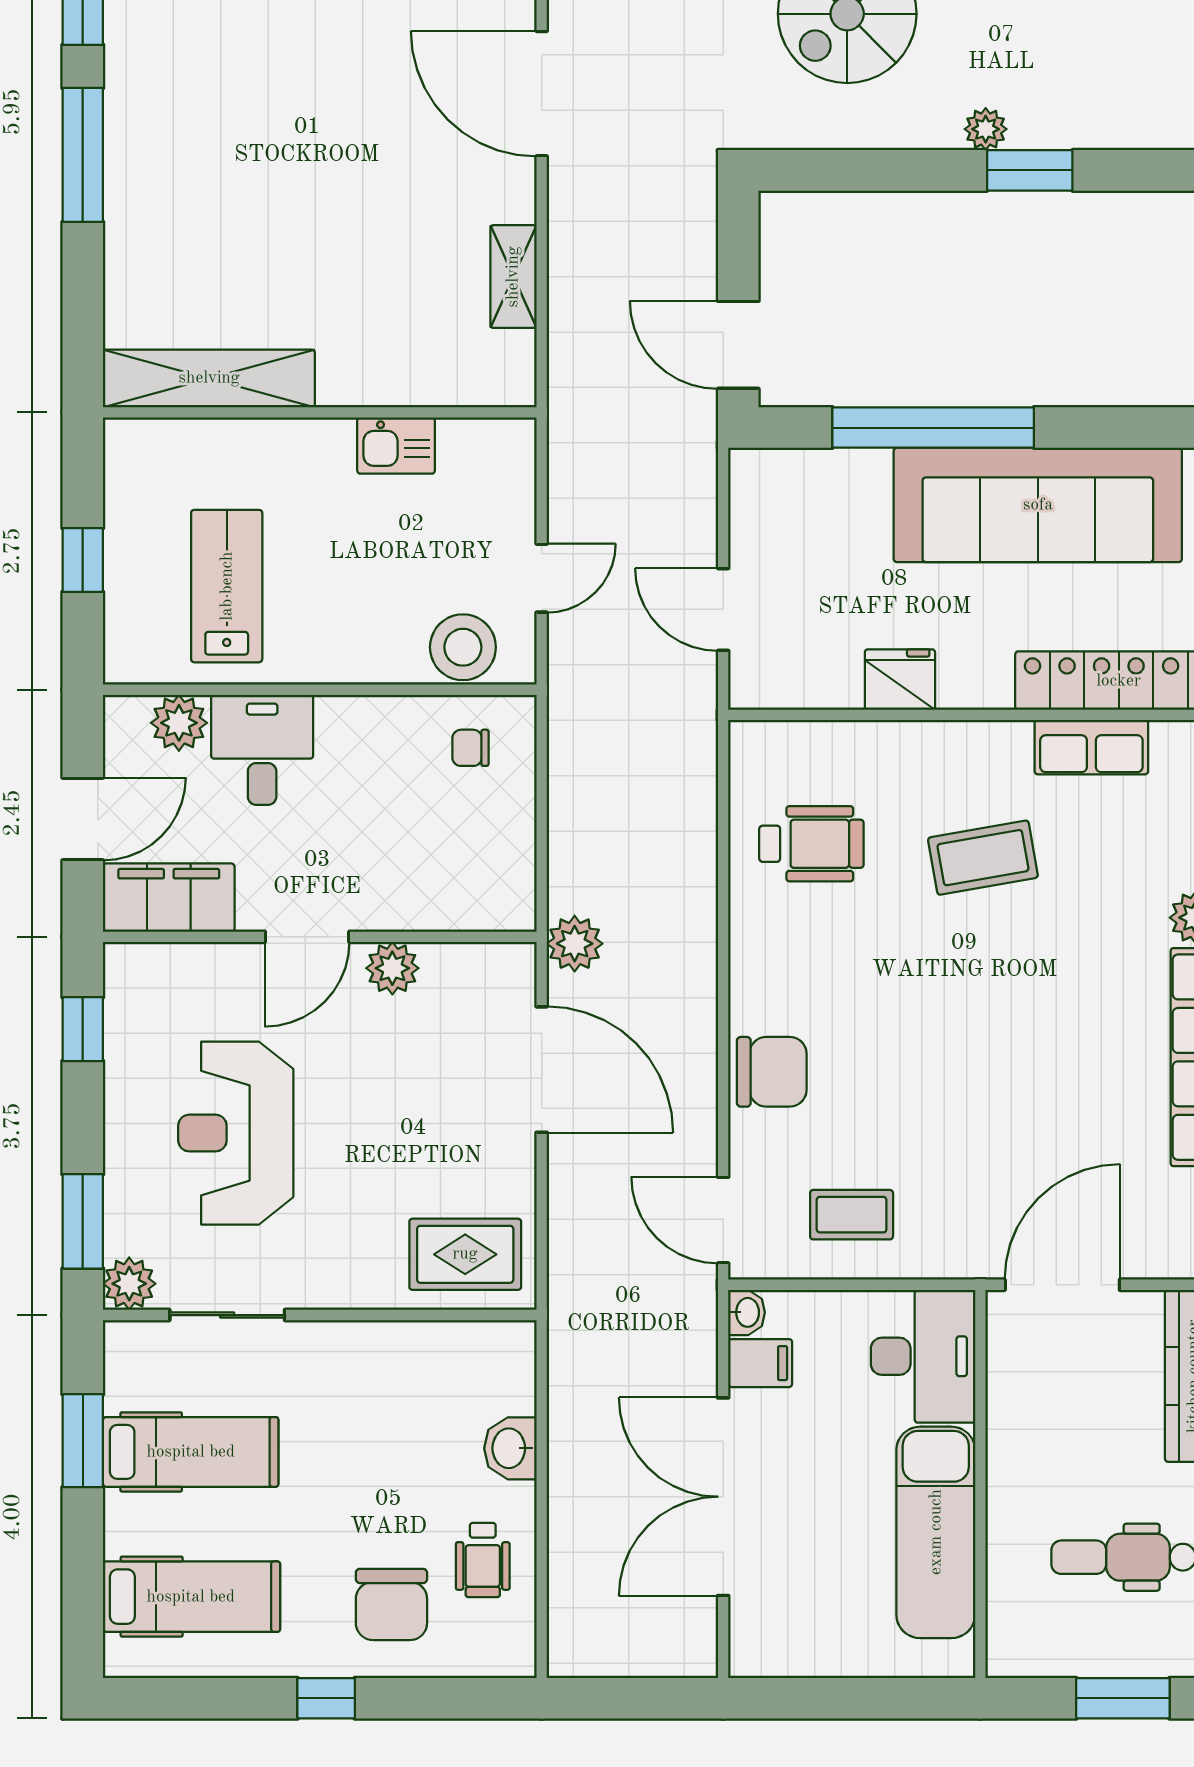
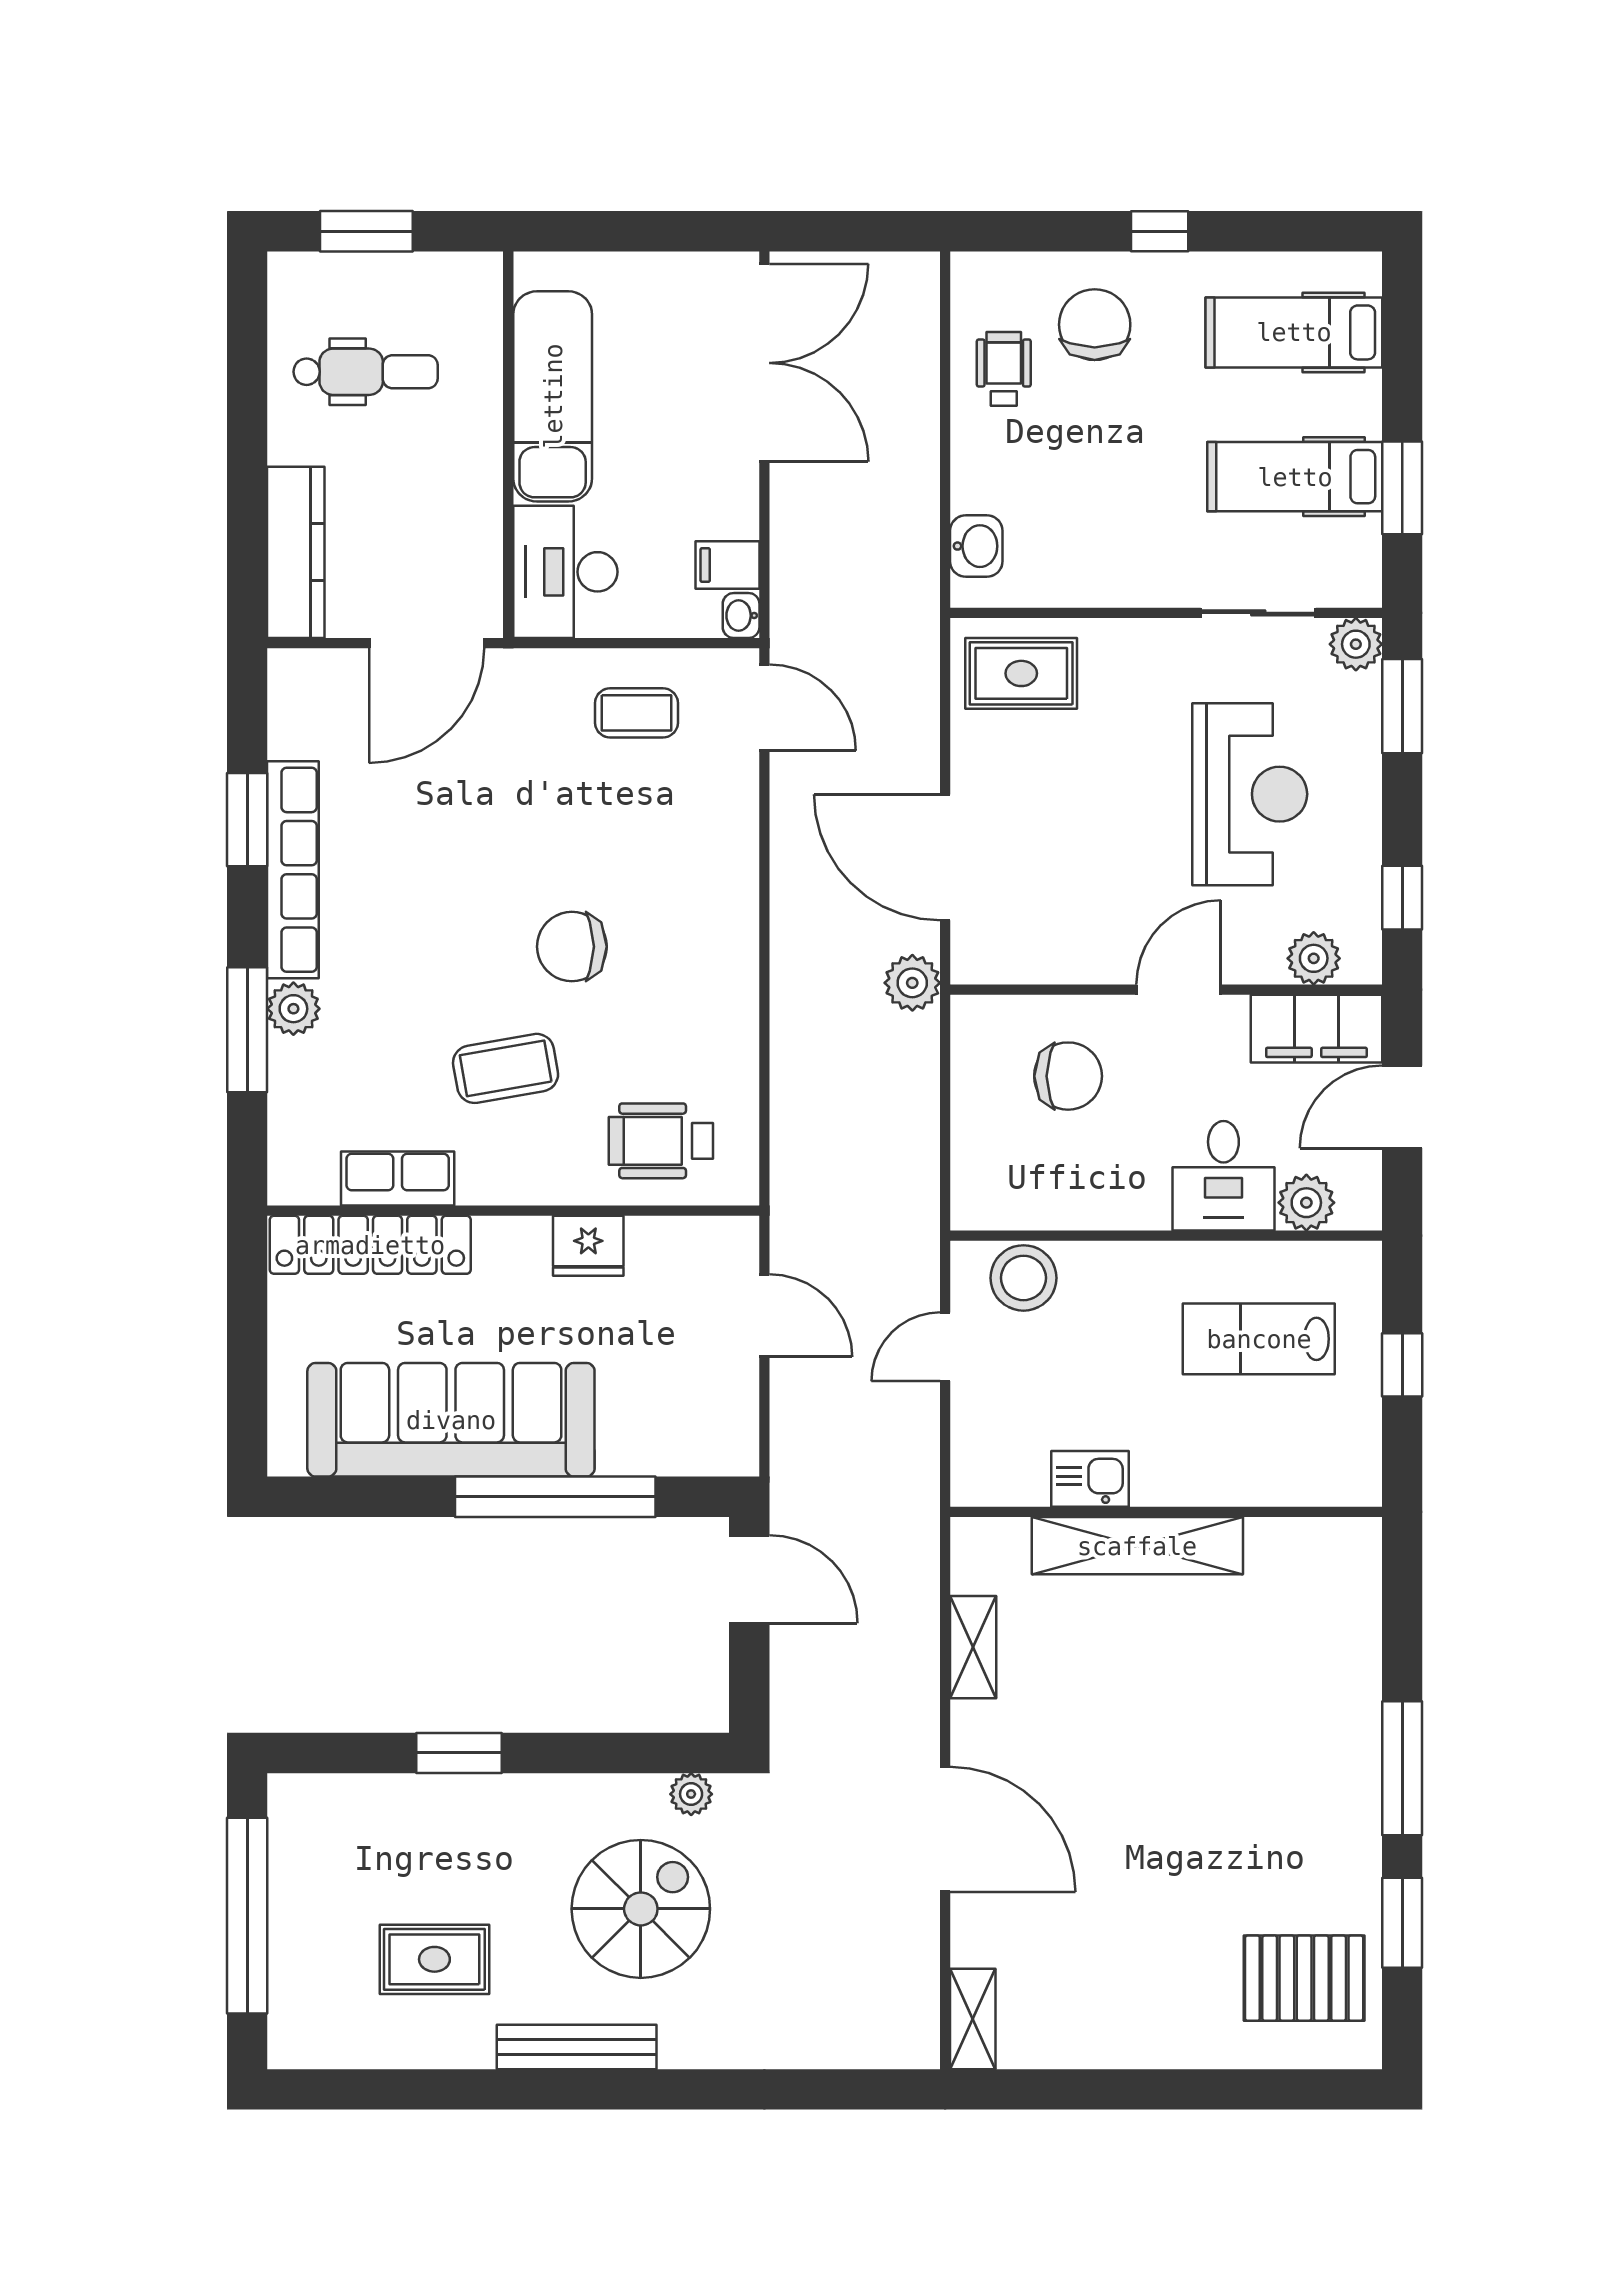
plant: (986, 129) -> (691, 1794), moved
shelving: (209, 378) -> (1137, 1546), moved
lab bench: (227, 586) -> (1259, 1339), turned 90
chair: (470, 748) -> (1068, 1076), moved, width x1.87, depth x1.87
wheelchair: (811, 844) -> (661, 1141), moved
plant: (392, 968) -> (1314, 958), moved
chair: (772, 1072) -> (572, 947), moved
washbasin: (510, 1448) -> (976, 546), moved
double door: (723, 1497) -> (764, 363), moved

